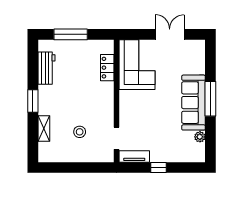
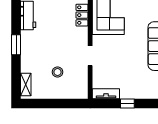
shelving: (44, 128) -> (26, 84), moved
doorway: (116, 138) -> (90, 56), moved

